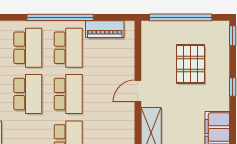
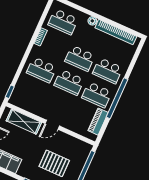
door: (138, 91) -> (52, 125), swing flipped

